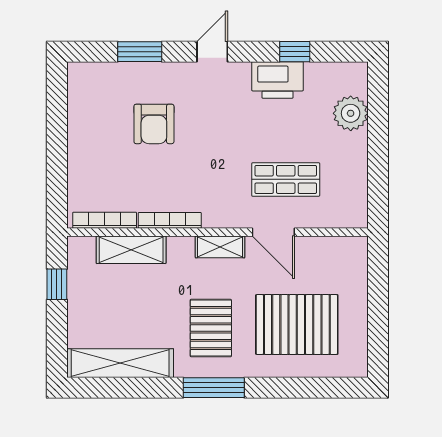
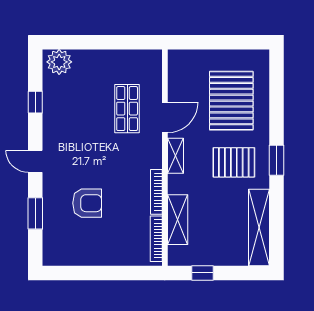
printer: (278, 80) -> (56, 114), removed
plant: (351, 113) -> (59, 62), moved
window: (214, 388) -> (277, 160), width x0.69

